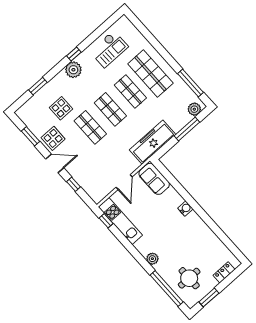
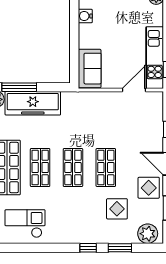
window: (74, 54) -> (88, 248), moved
plant: (73, 70) -> (148, 234), moved
freezer: (153, 142) -> (33, 103), moved
door: (124, 182) -> (134, 90), moved

